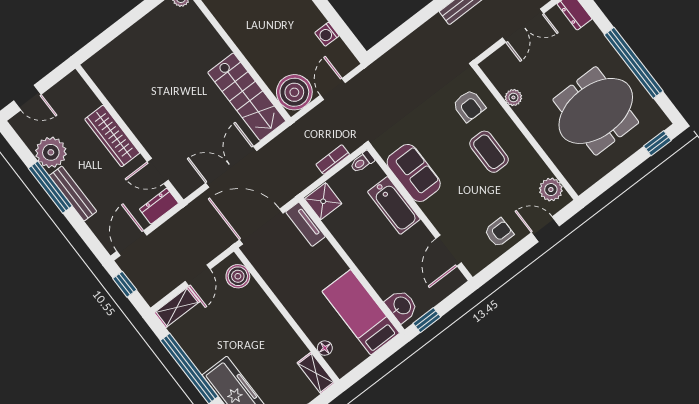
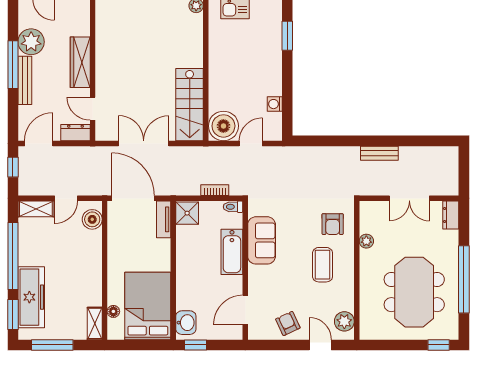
meeting table: (596, 111) -> (414, 292), turned 90
armchair: (499, 233) -> (288, 323), turned -115
bed: (361, 312) -> (148, 306), width x1.50

